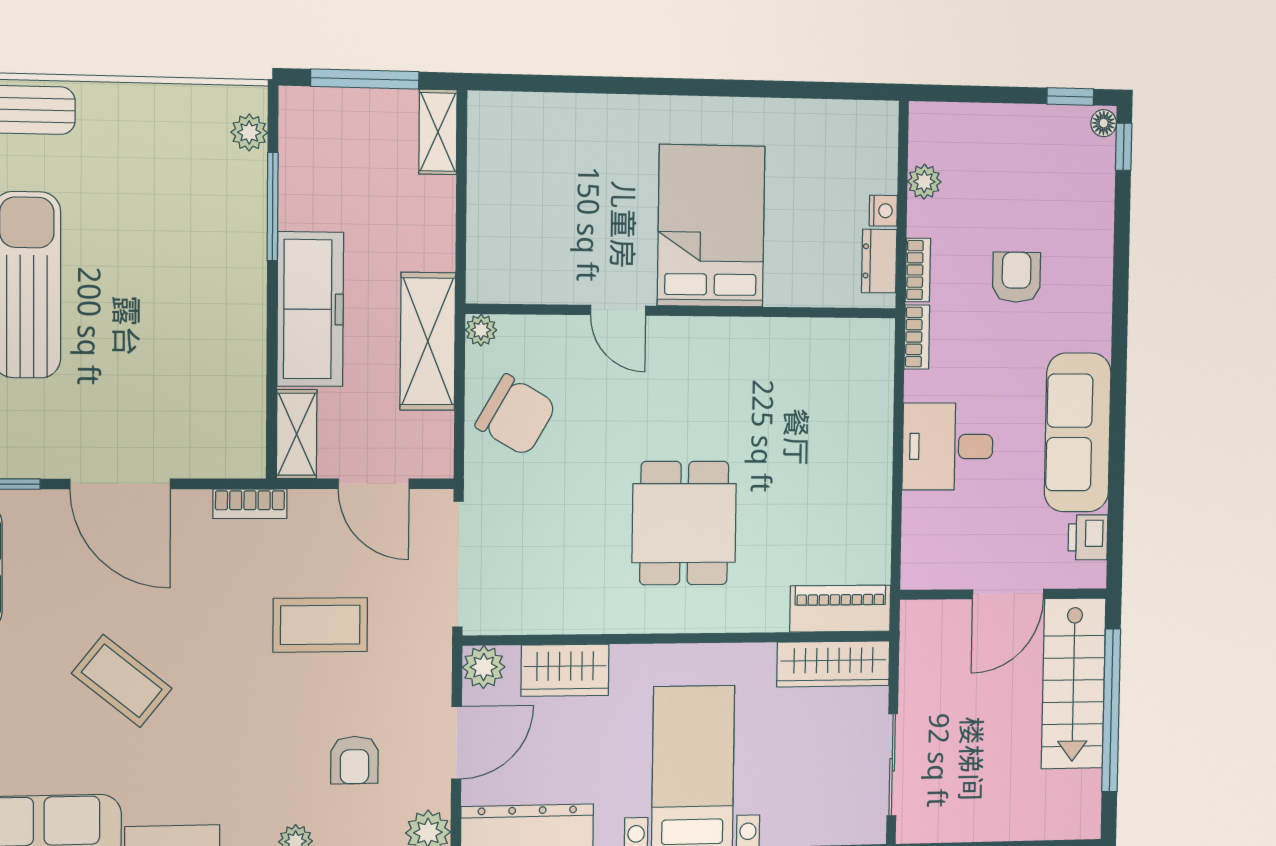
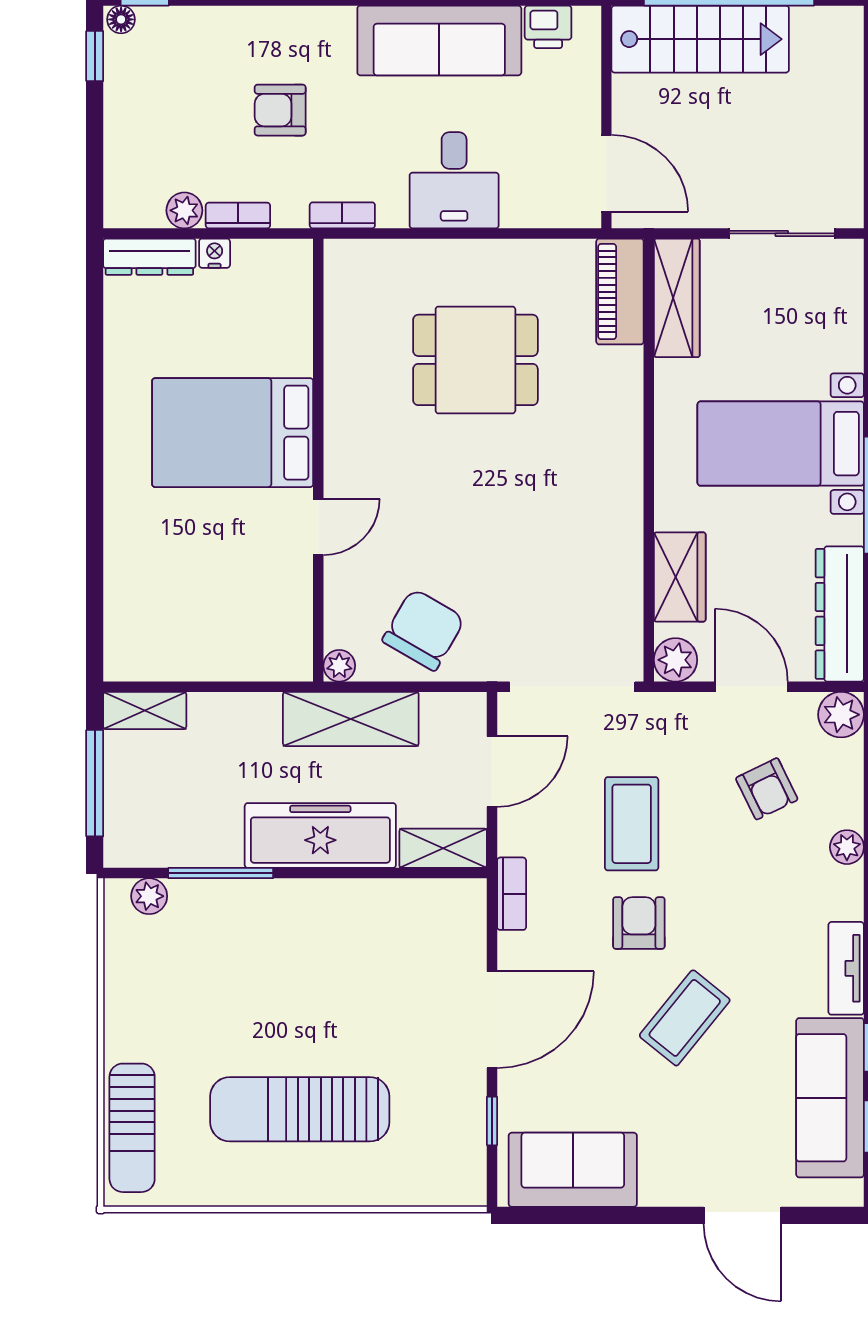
dresser: (879, 261) -> (149, 257), moved, width x1.44
bookcase: (918, 270) -> (238, 216), moved
dining table: (684, 523) -> (475, 360), moved
door: (1008, 594) -> (606, 173), moved
armchair: (219, 633) -> (639, 923), added
armchair: (355, 760) -> (767, 789), turned 64

